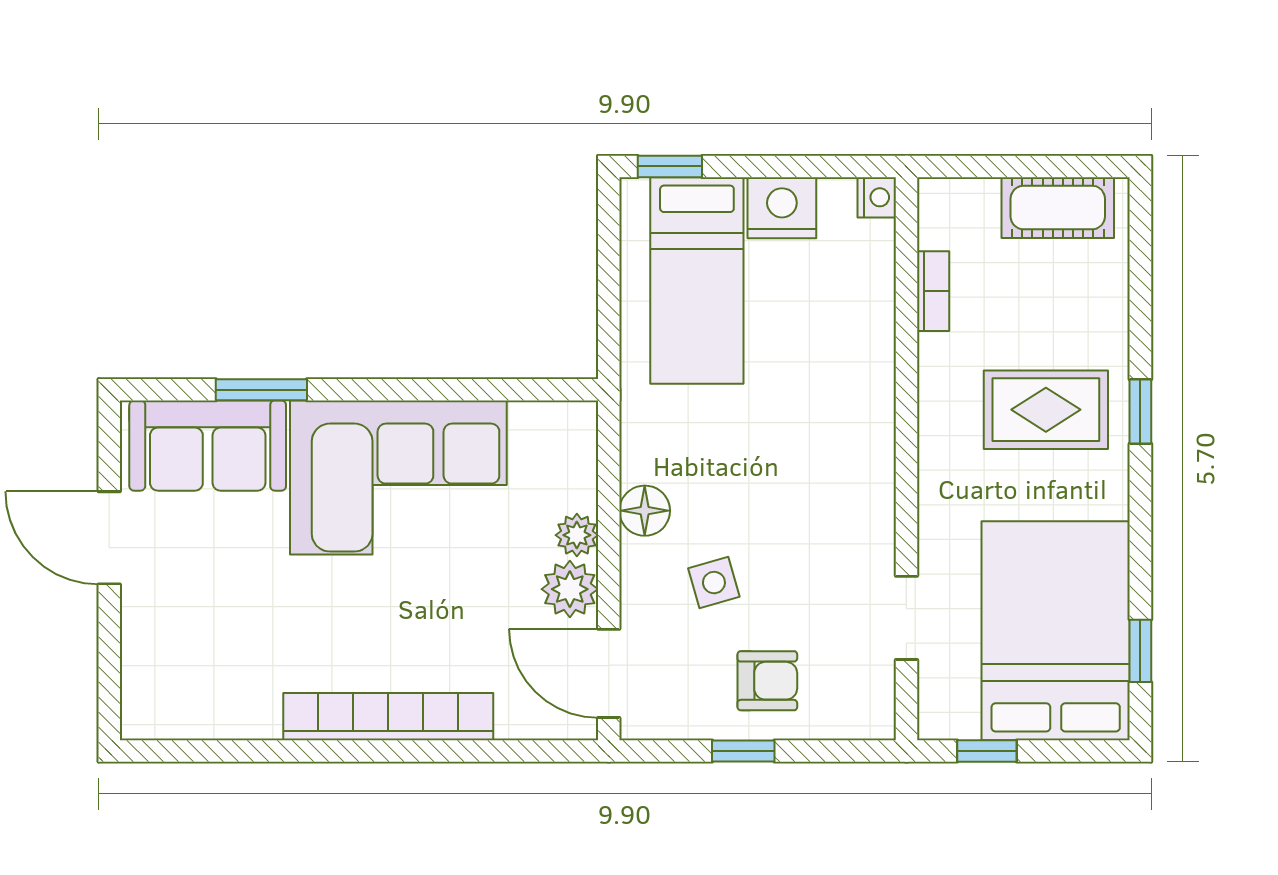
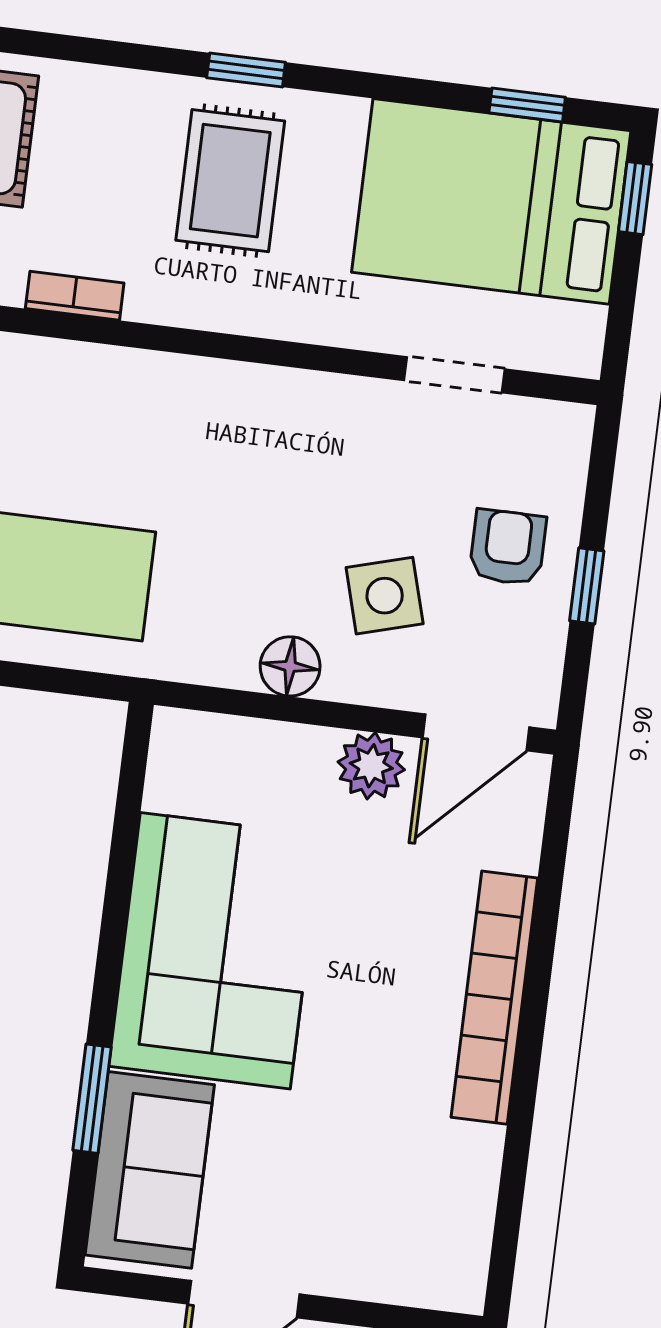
plant: (577, 535) -> (309, 750), removed
side table: (714, 583) -> (385, 596), width x1.37, depth x1.37
window: (987, 751) -> (635, 198), moved

